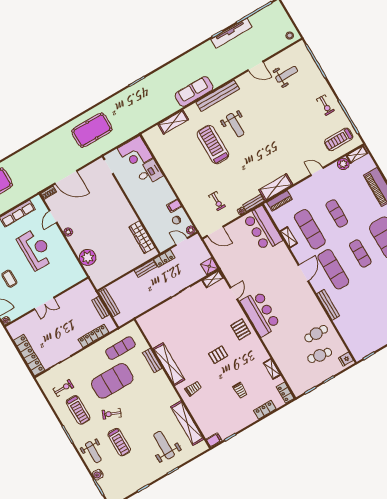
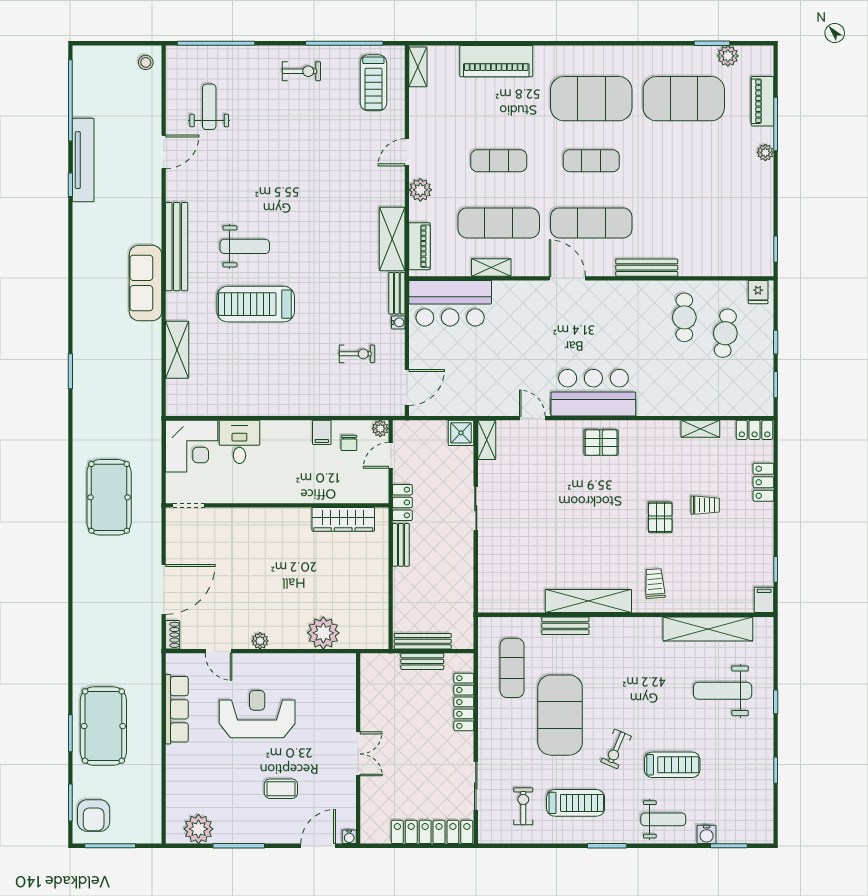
plant: (343, 164) -> (420, 190), moved
pallet: (218, 355) -> (660, 517), moved

